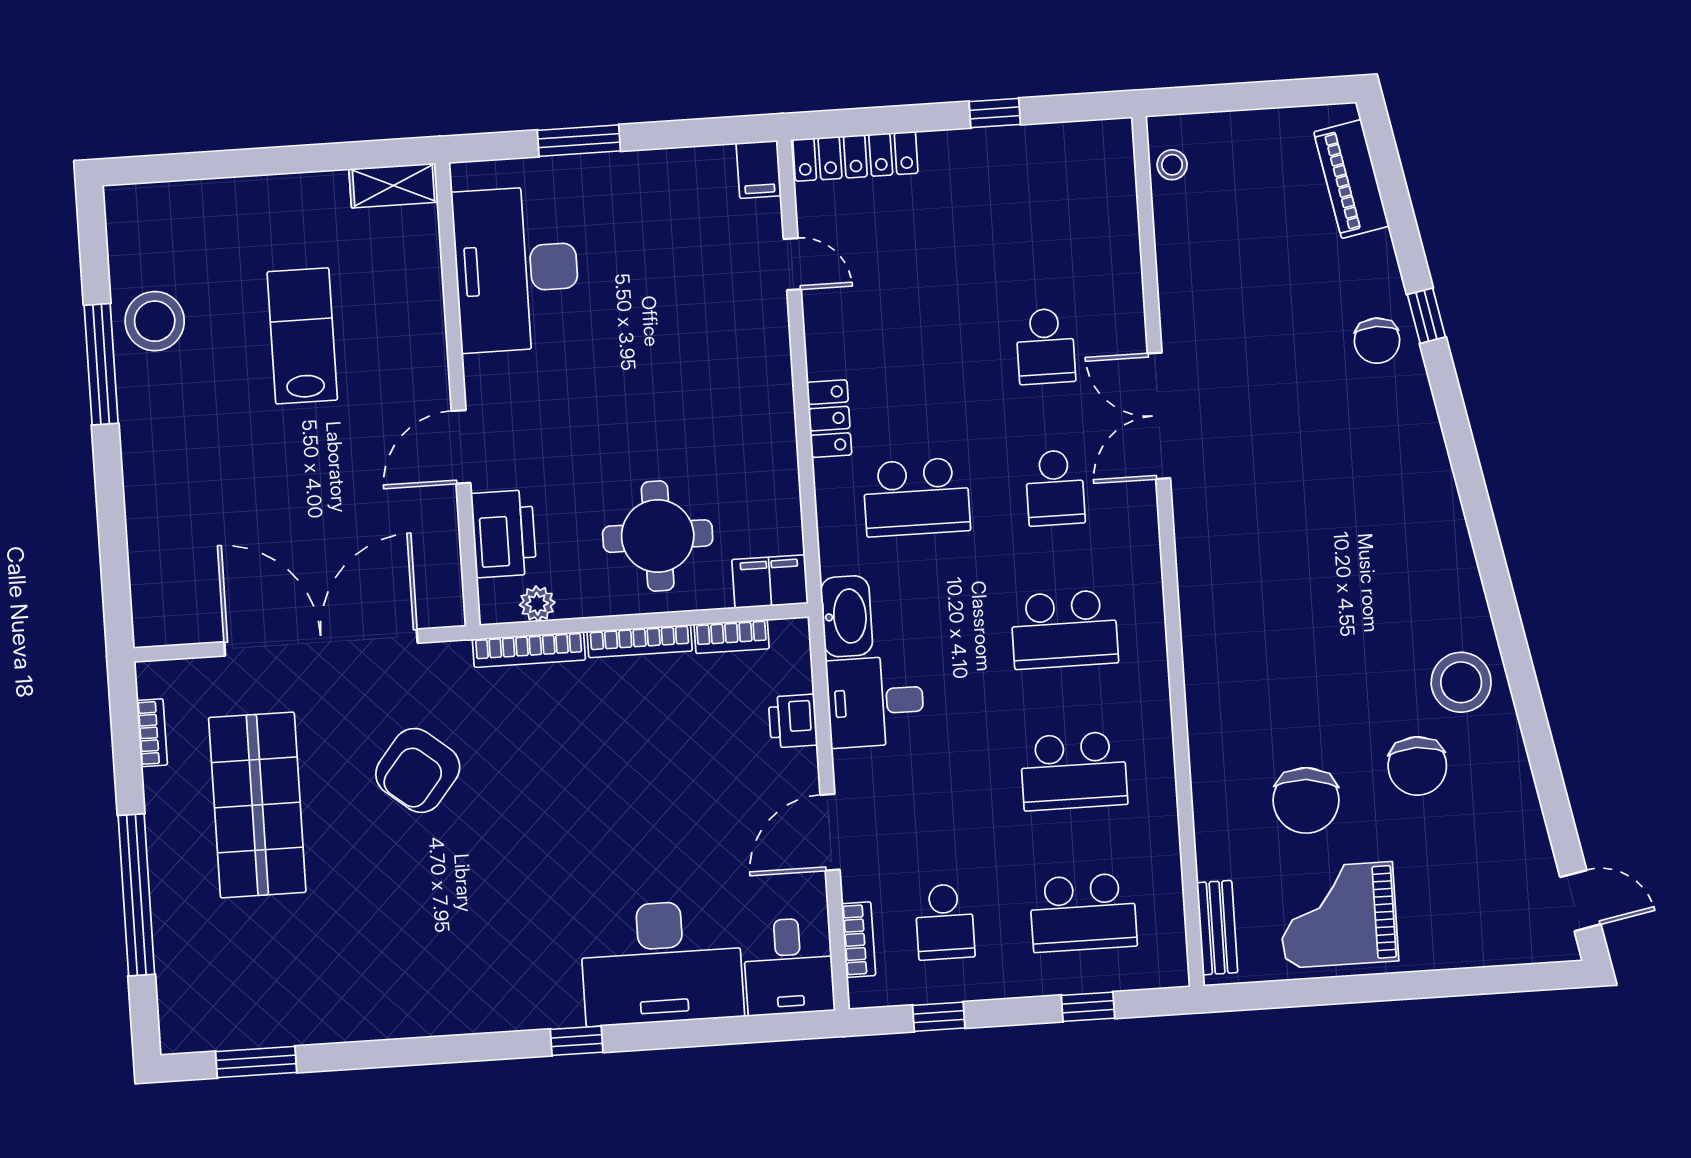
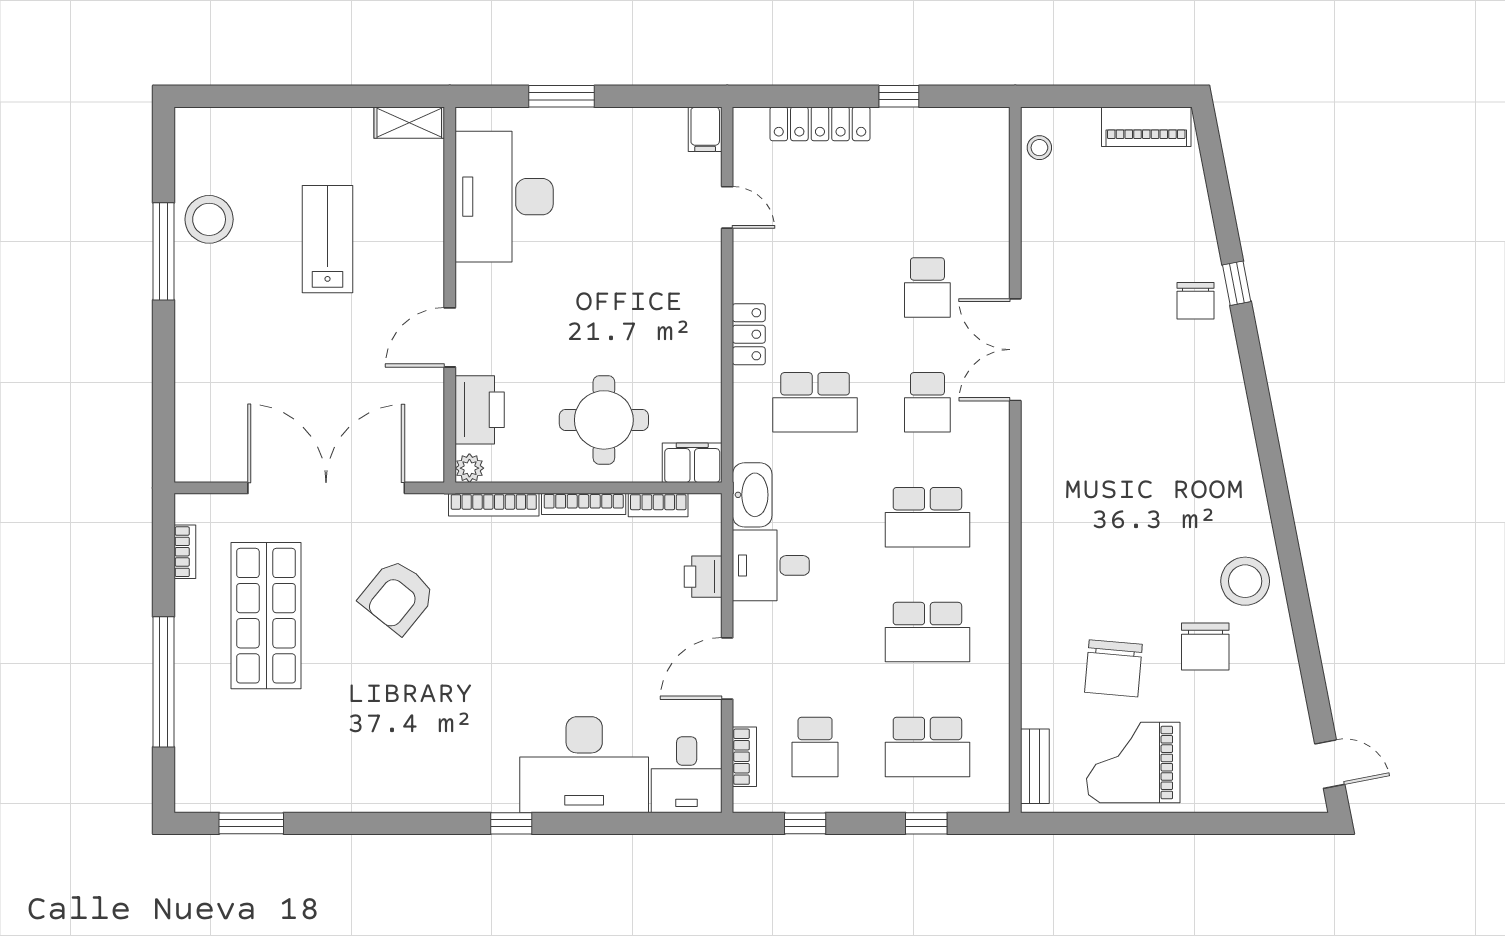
locker: (855, 156) -> (820, 124), moved
piano: (1351, 179) -> (1146, 127), moved, turned -79
plant: (537, 604) -> (469, 468), moved

